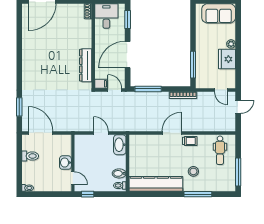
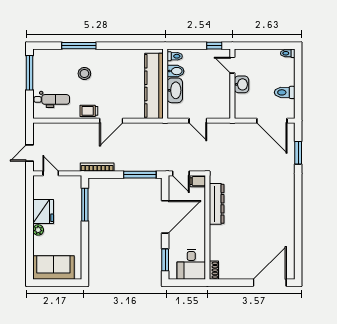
washbasin: (120, 145) -> (175, 90), moved
dental chair: (220, 150) -> (52, 99), turned 90
kitchen counter: (156, 184) -> (154, 86), moved, turned 90

